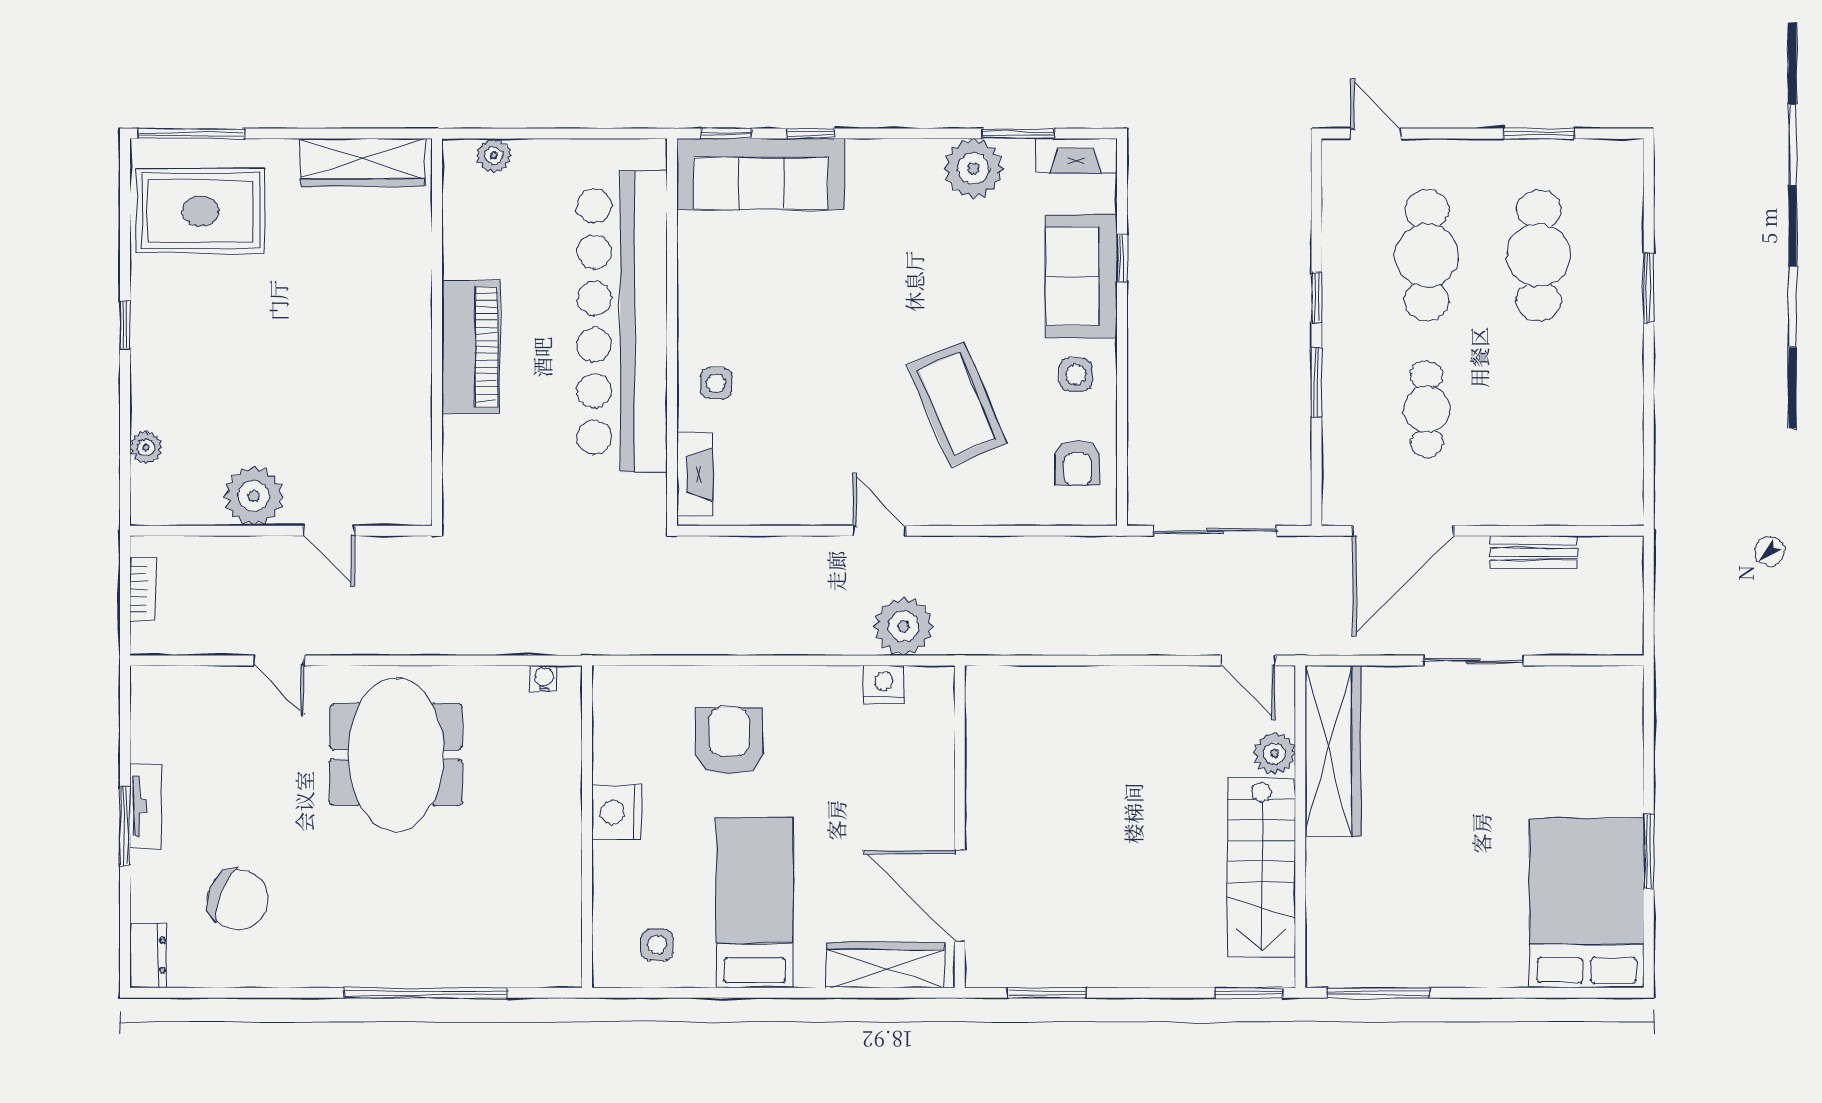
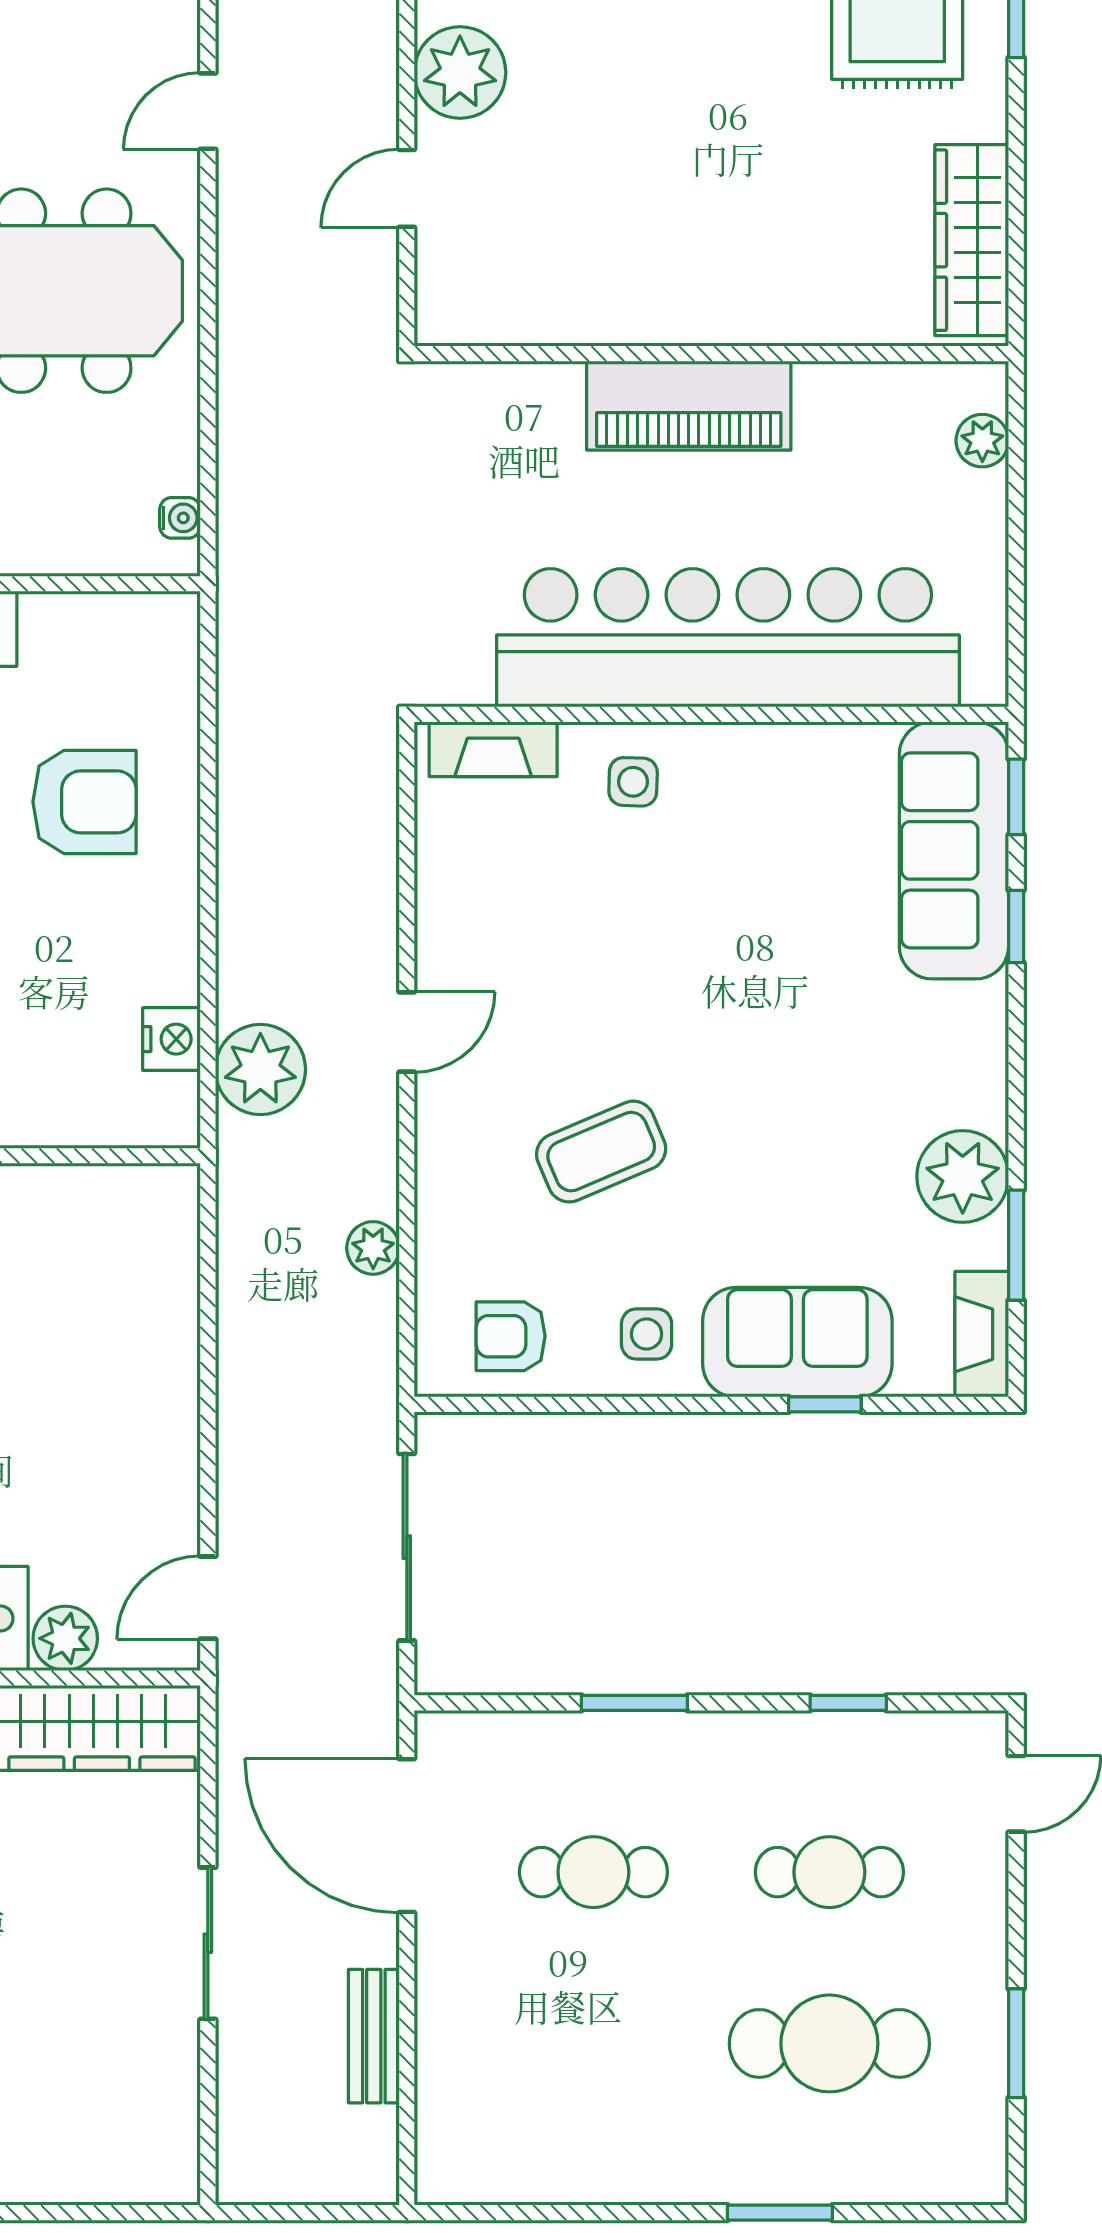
cafe table: (1427, 255) -> (829, 1872), width x0.73, depth x0.74
window: (1317, 297) -> (848, 1703), moved
coffee table: (957, 404) -> (601, 1152), width x0.73, depth x0.76
plant: (1020, 553) -> (373, 1248), added

